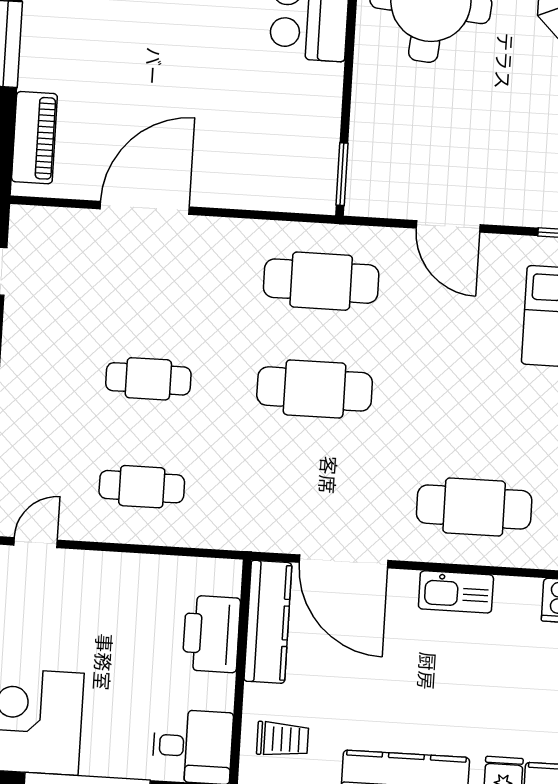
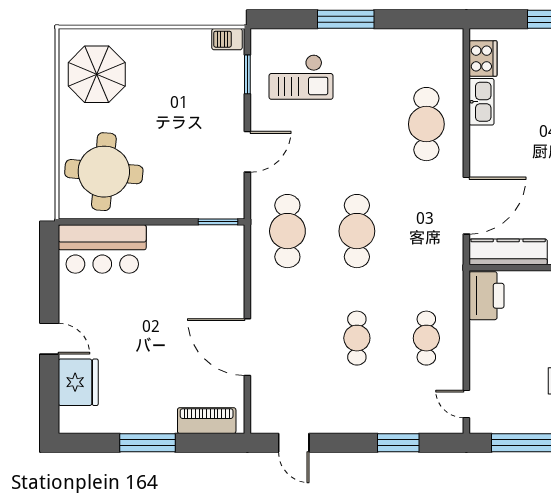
kitchen sink: (456, 592) -> (482, 102), moved
printer: (211, 634) -> (486, 296), moved, turned -90

